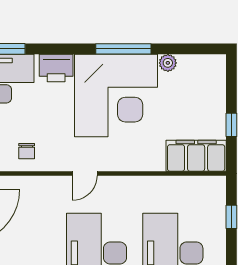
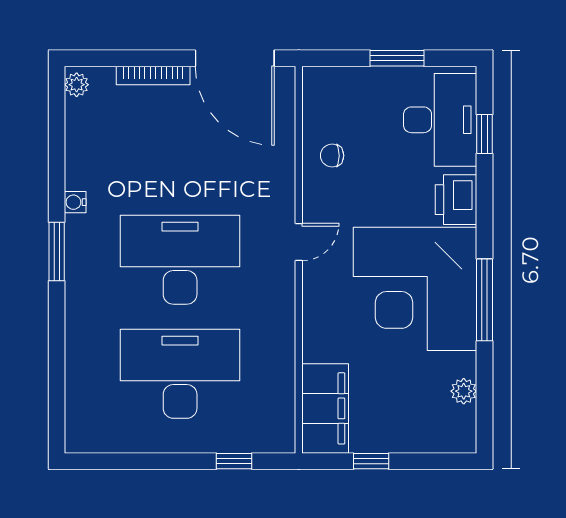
plant: (168, 63) -> (464, 391), moved
door: (85, 173) -> (299, 242), swing flipped

